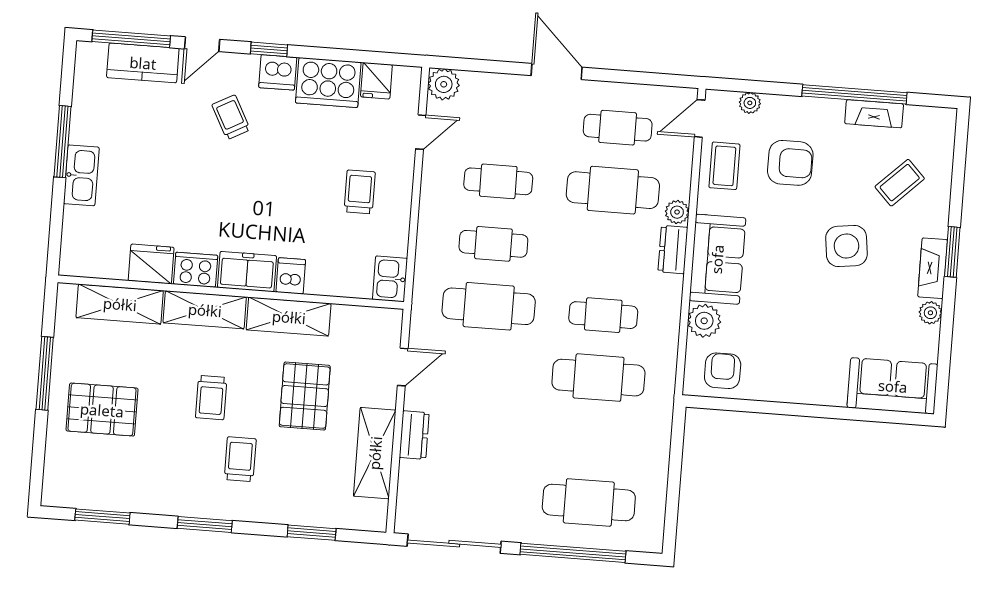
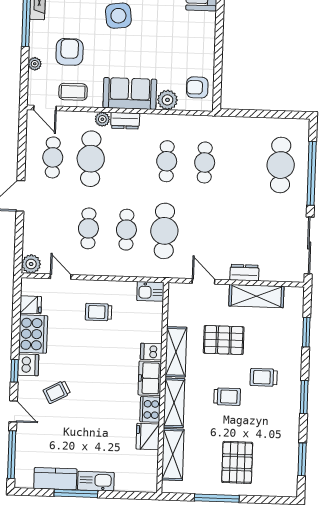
kitchen counter: (143, 63) -> (55, 479), moved, turned -90
plant: (750, 103) -> (35, 64), moved
cafe table: (598, 378) -> (205, 162), width x0.73, depth x0.74

